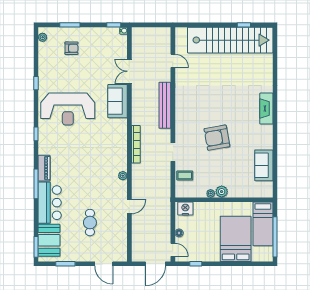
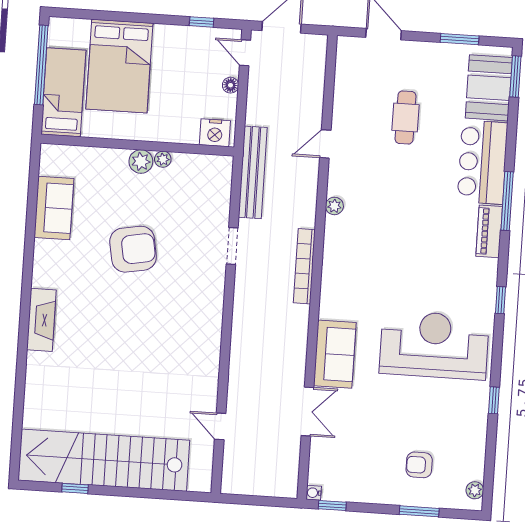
bench: (165, 105) -> (253, 172), moved
armchair: (217, 138) -> (133, 249), moved
coffee table: (185, 176) -> (212, 198), removed

